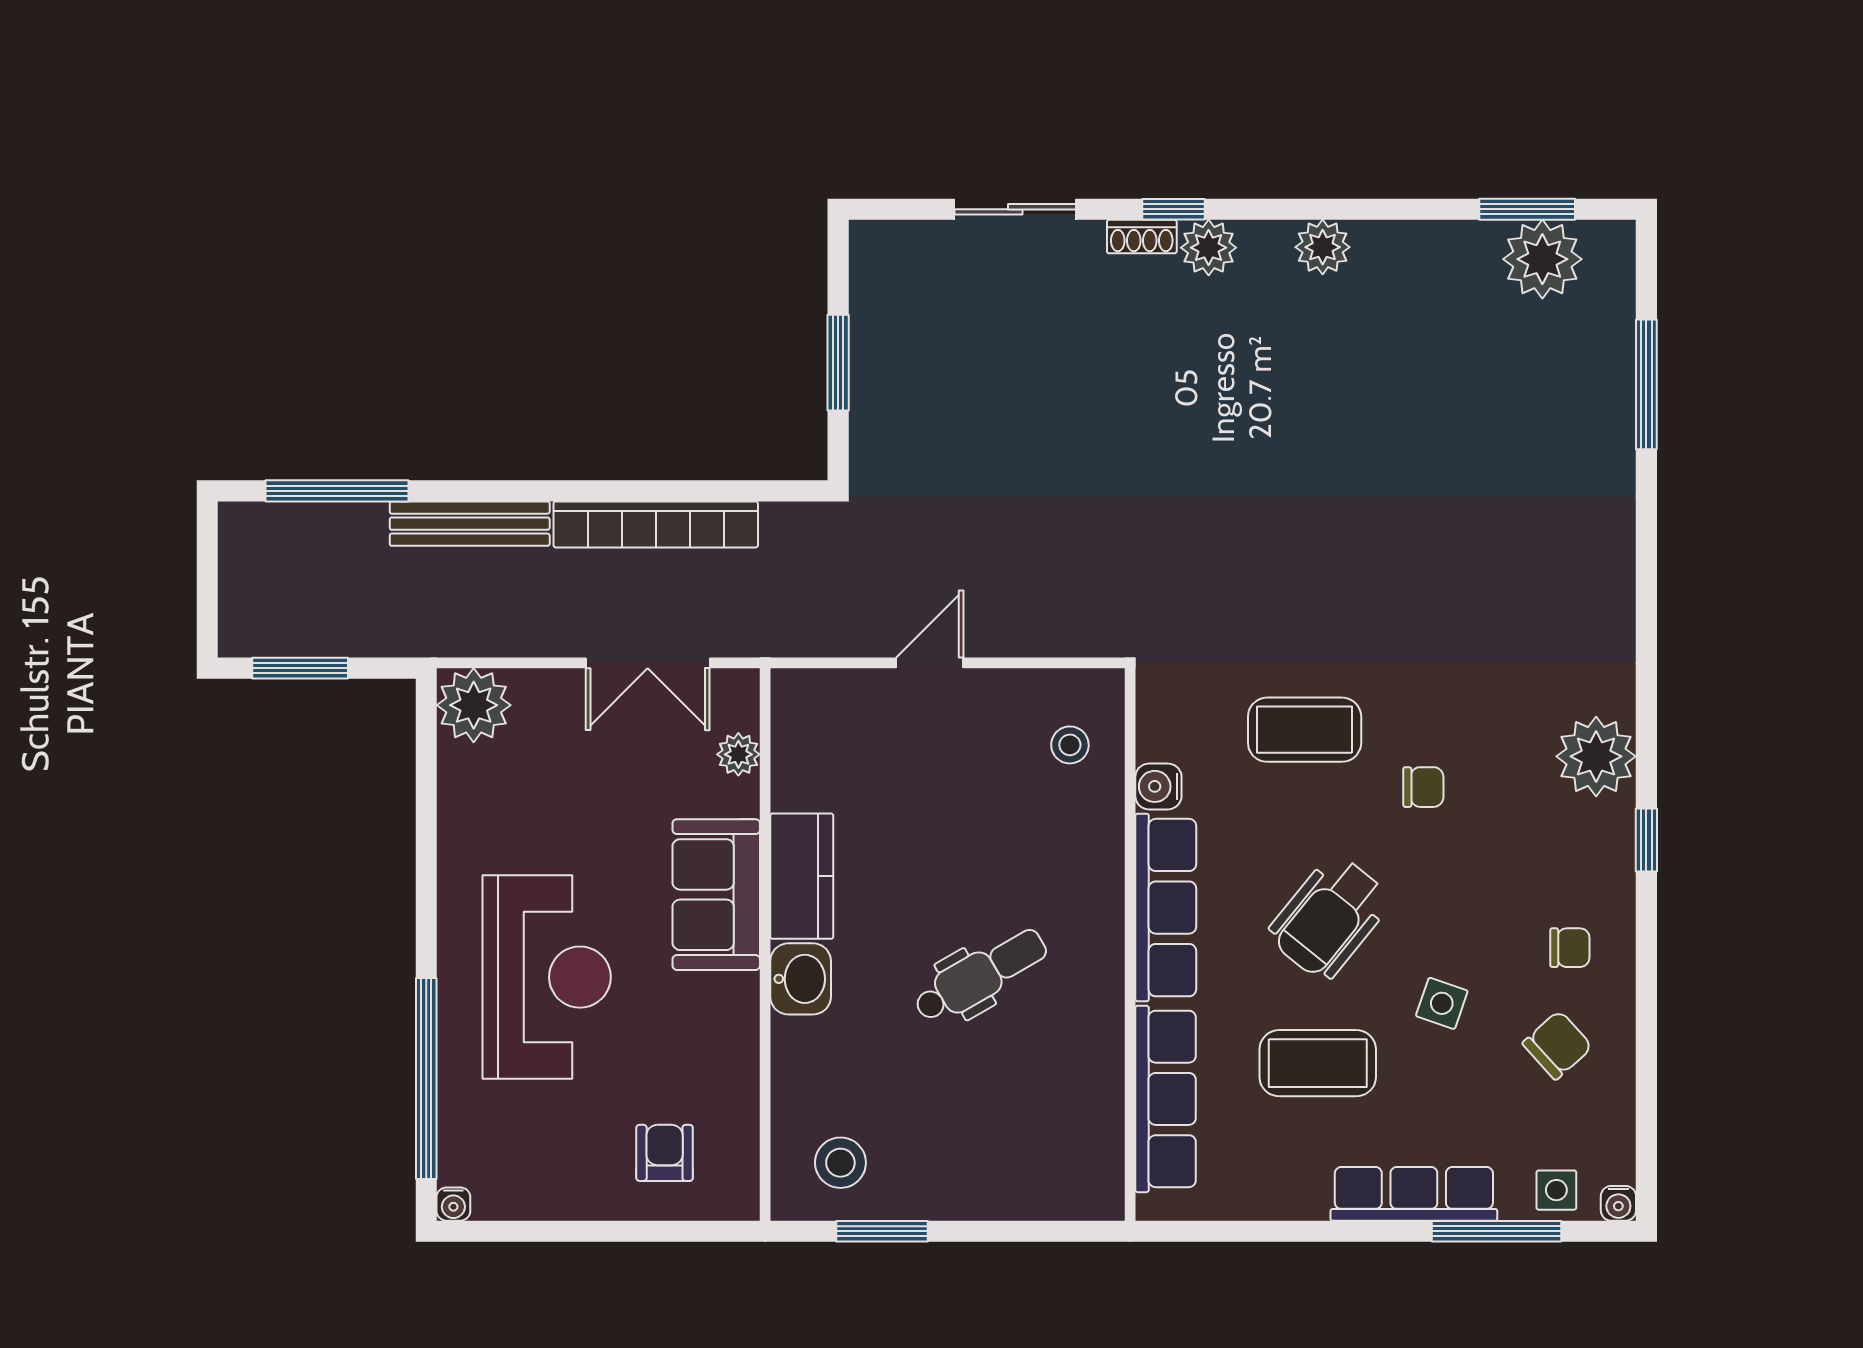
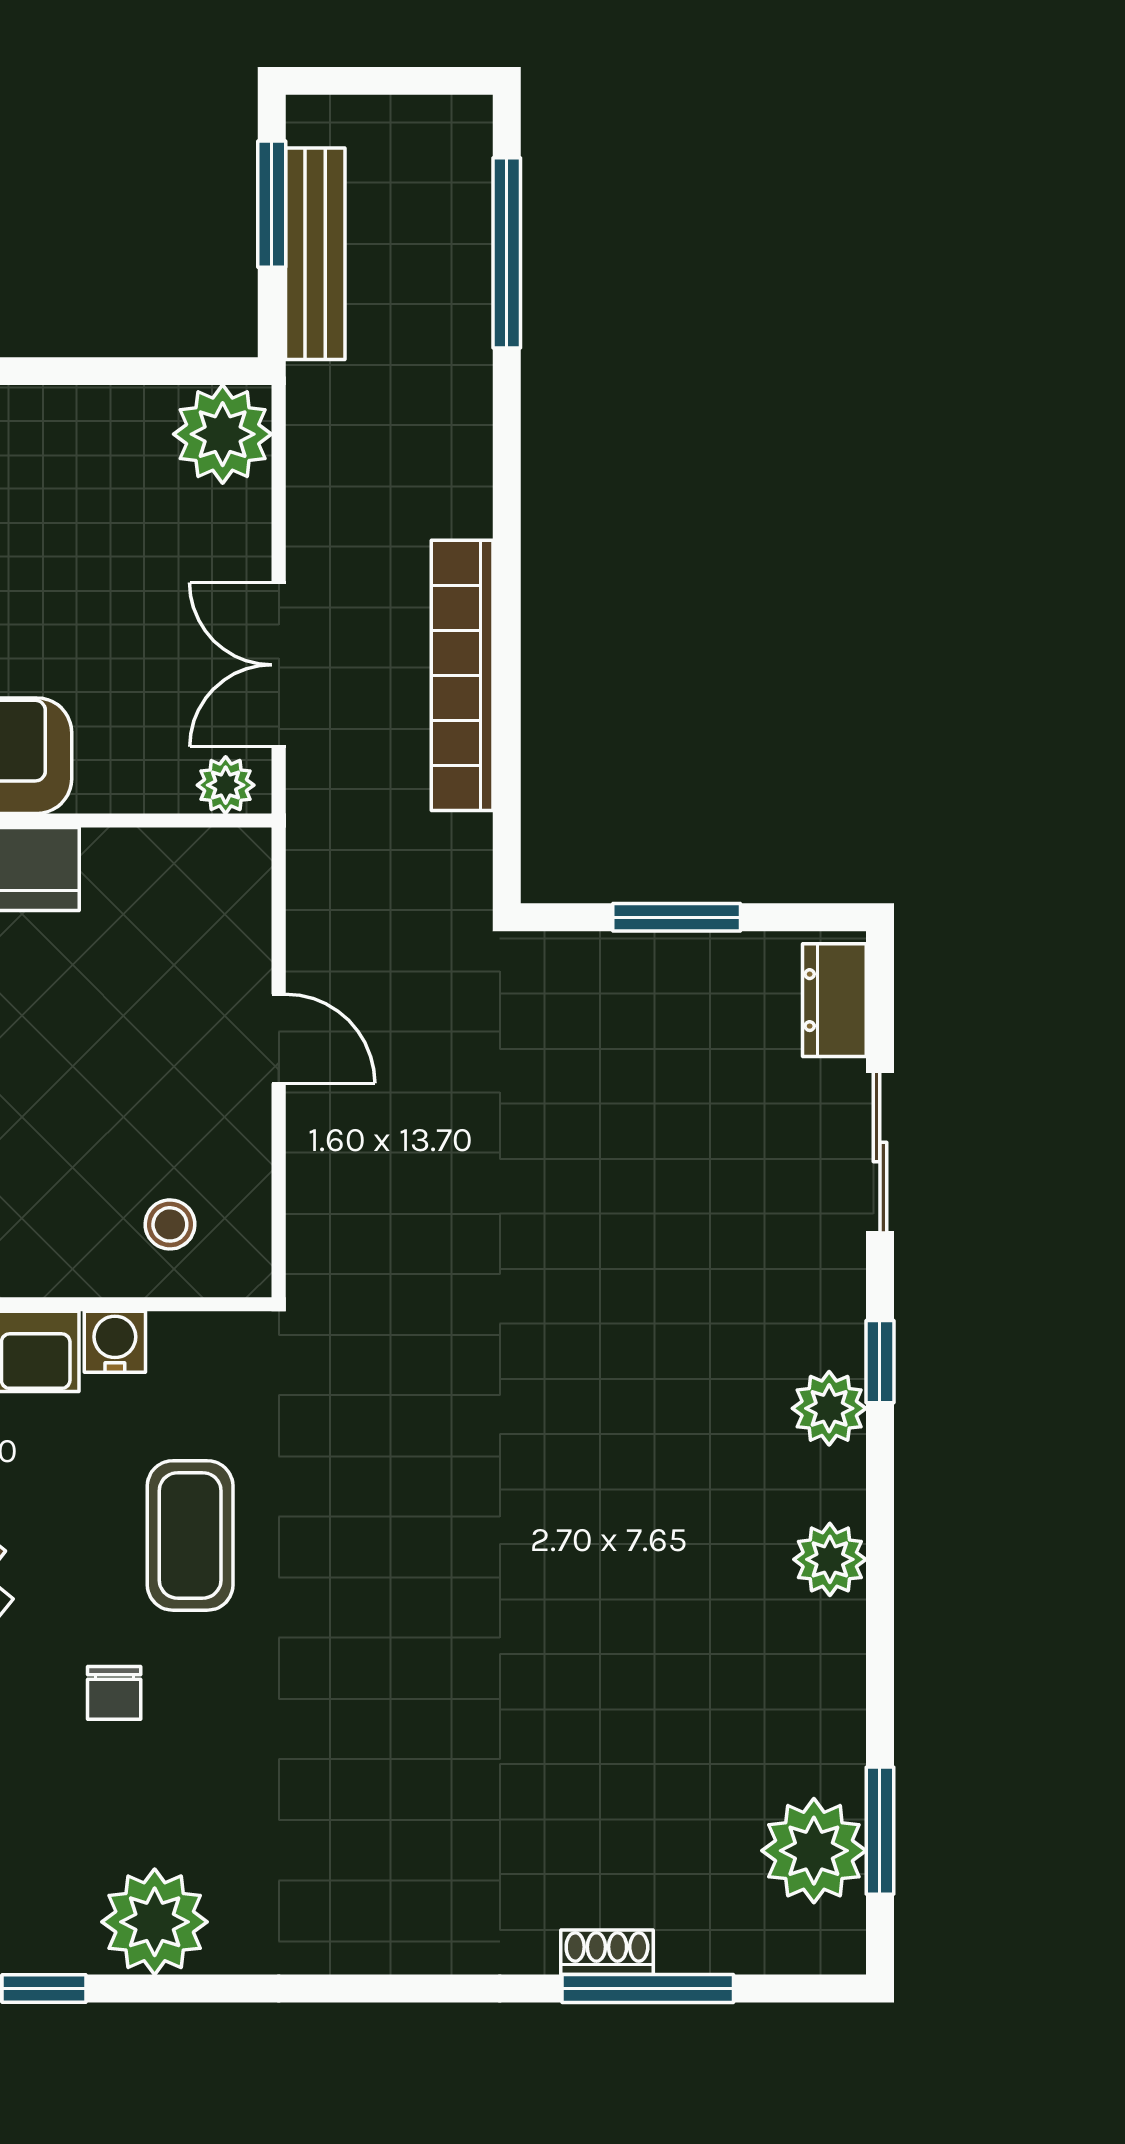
shoe rack: (1142, 237) -> (607, 1952), moved, turned 90
dresser: (901, 244) -> (834, 1000), added
bench: (470, 524) -> (315, 254), moved
plant: (738, 754) -> (226, 785), moved

